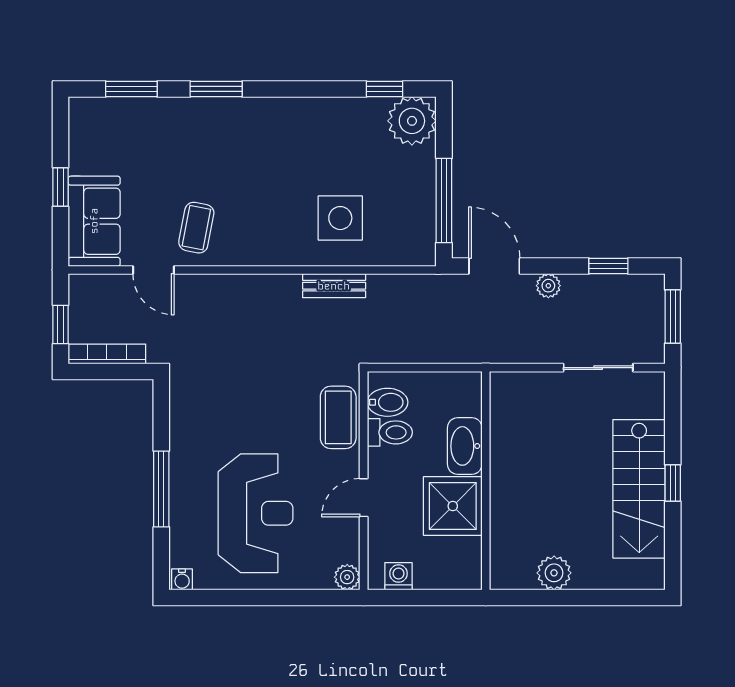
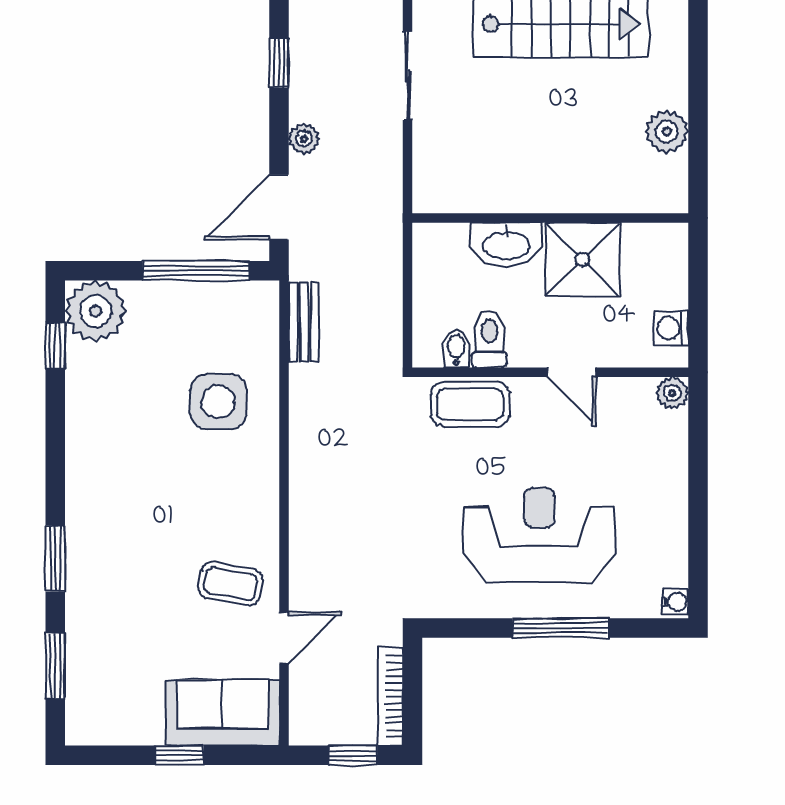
bench: (334, 286) -> (304, 322), moved
bidet: (388, 402) -> (456, 349), width x0.72, depth x0.74
reception desk: (256, 513) -> (539, 535), moved

